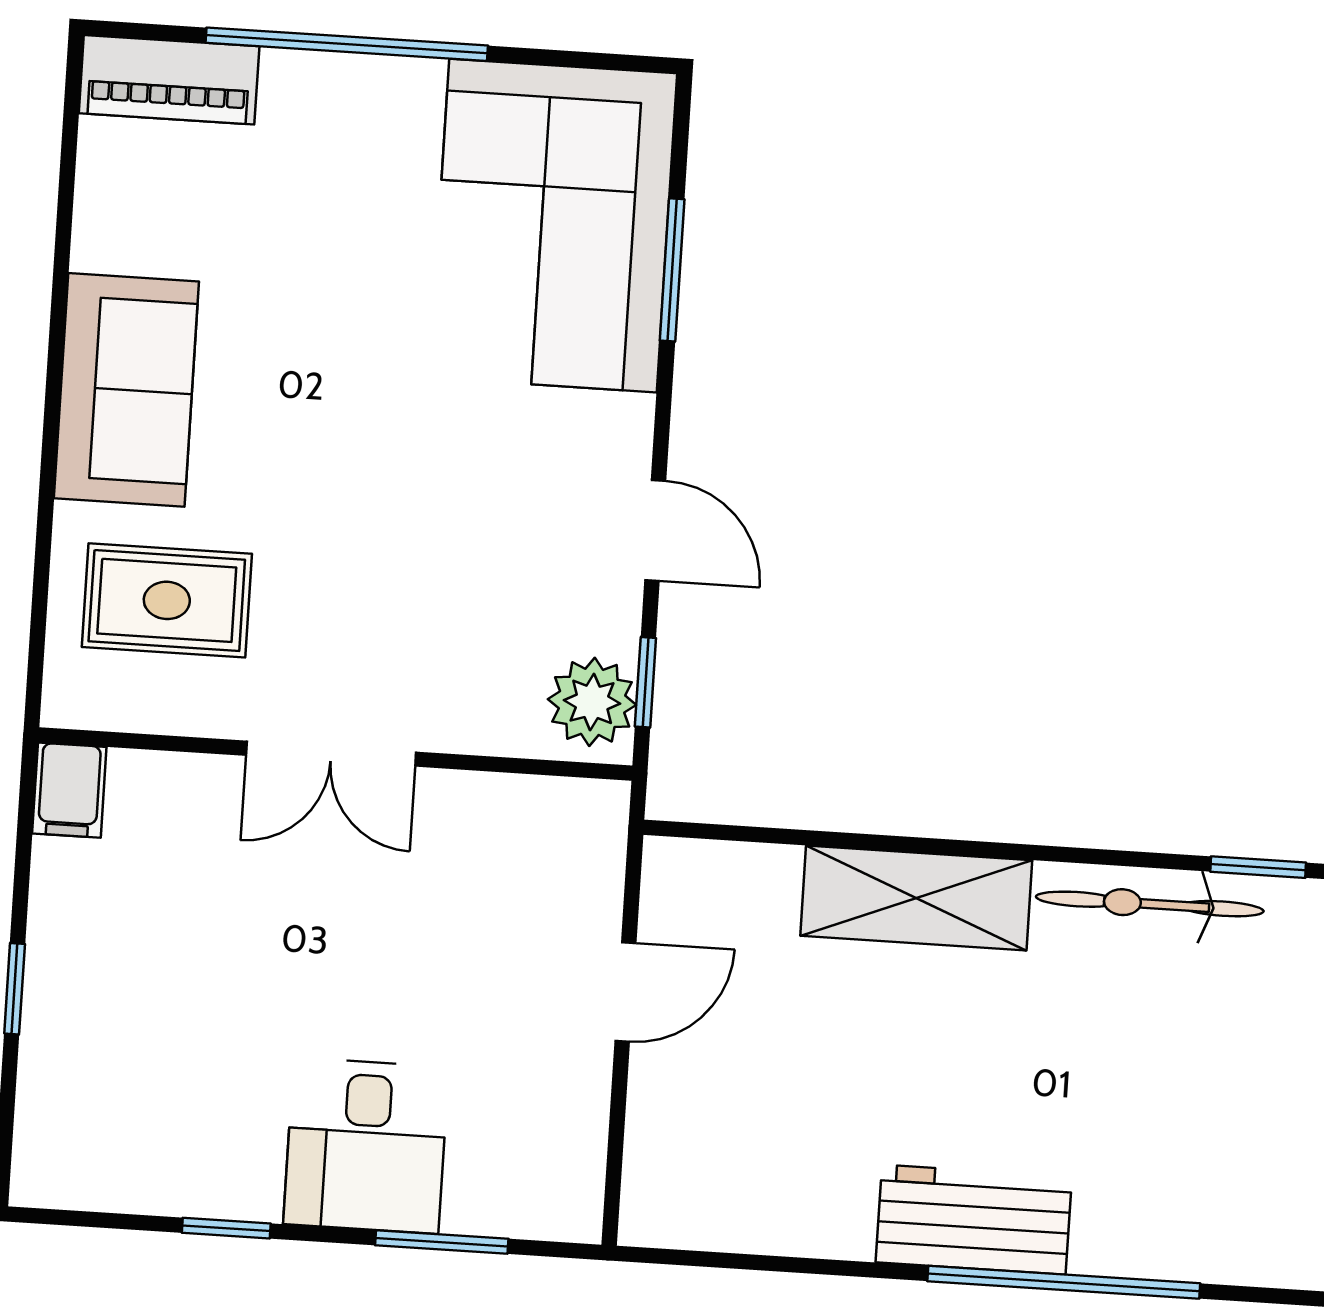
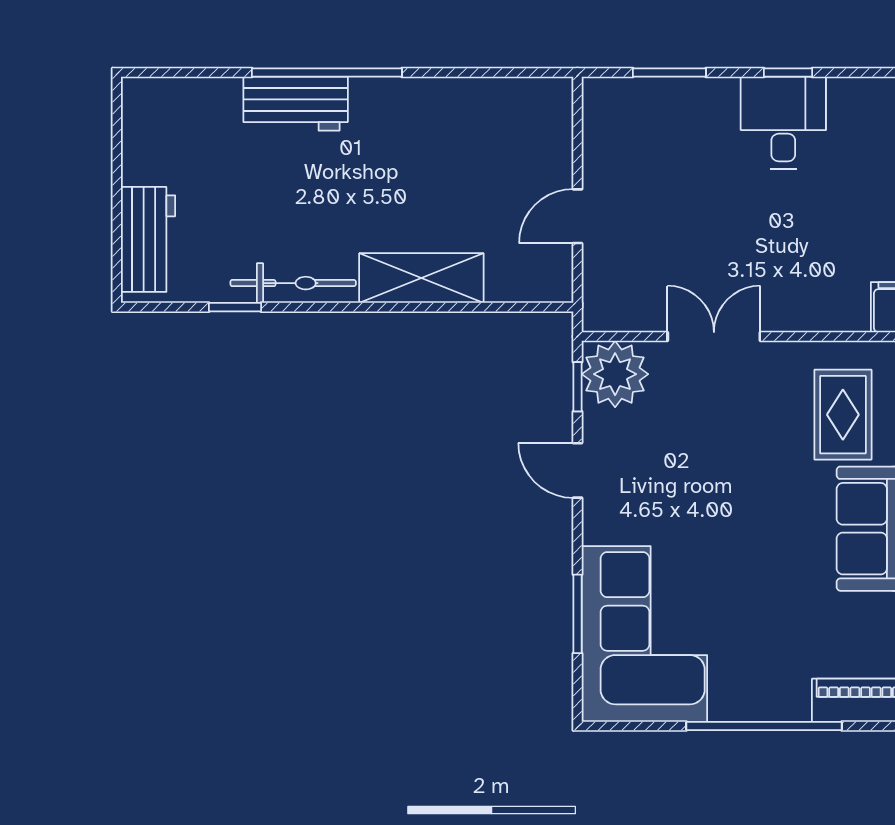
rug: (167, 600) -> (843, 415), turned 90
plant: (592, 702) -> (615, 374), width x1.36, depth x1.36
double door: (331, 754) -> (714, 336), moved
desk: (366, 1146) -> (783, 123), moved
workbench: (974, 1220) -> (296, 104), moved

